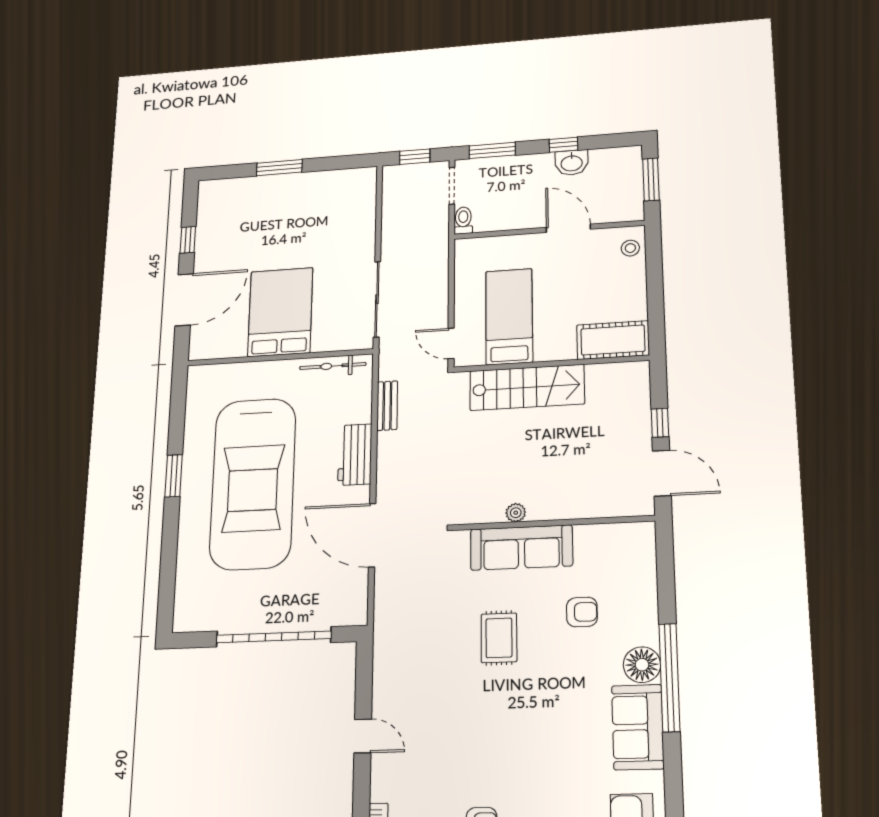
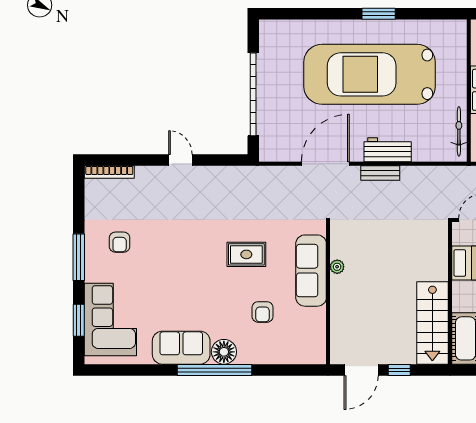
stairs: (527, 387) -> (432, 323), moved
bench: (387, 406) -> (380, 173), moved
door: (363, 736) -> (180, 160), swing flipped

